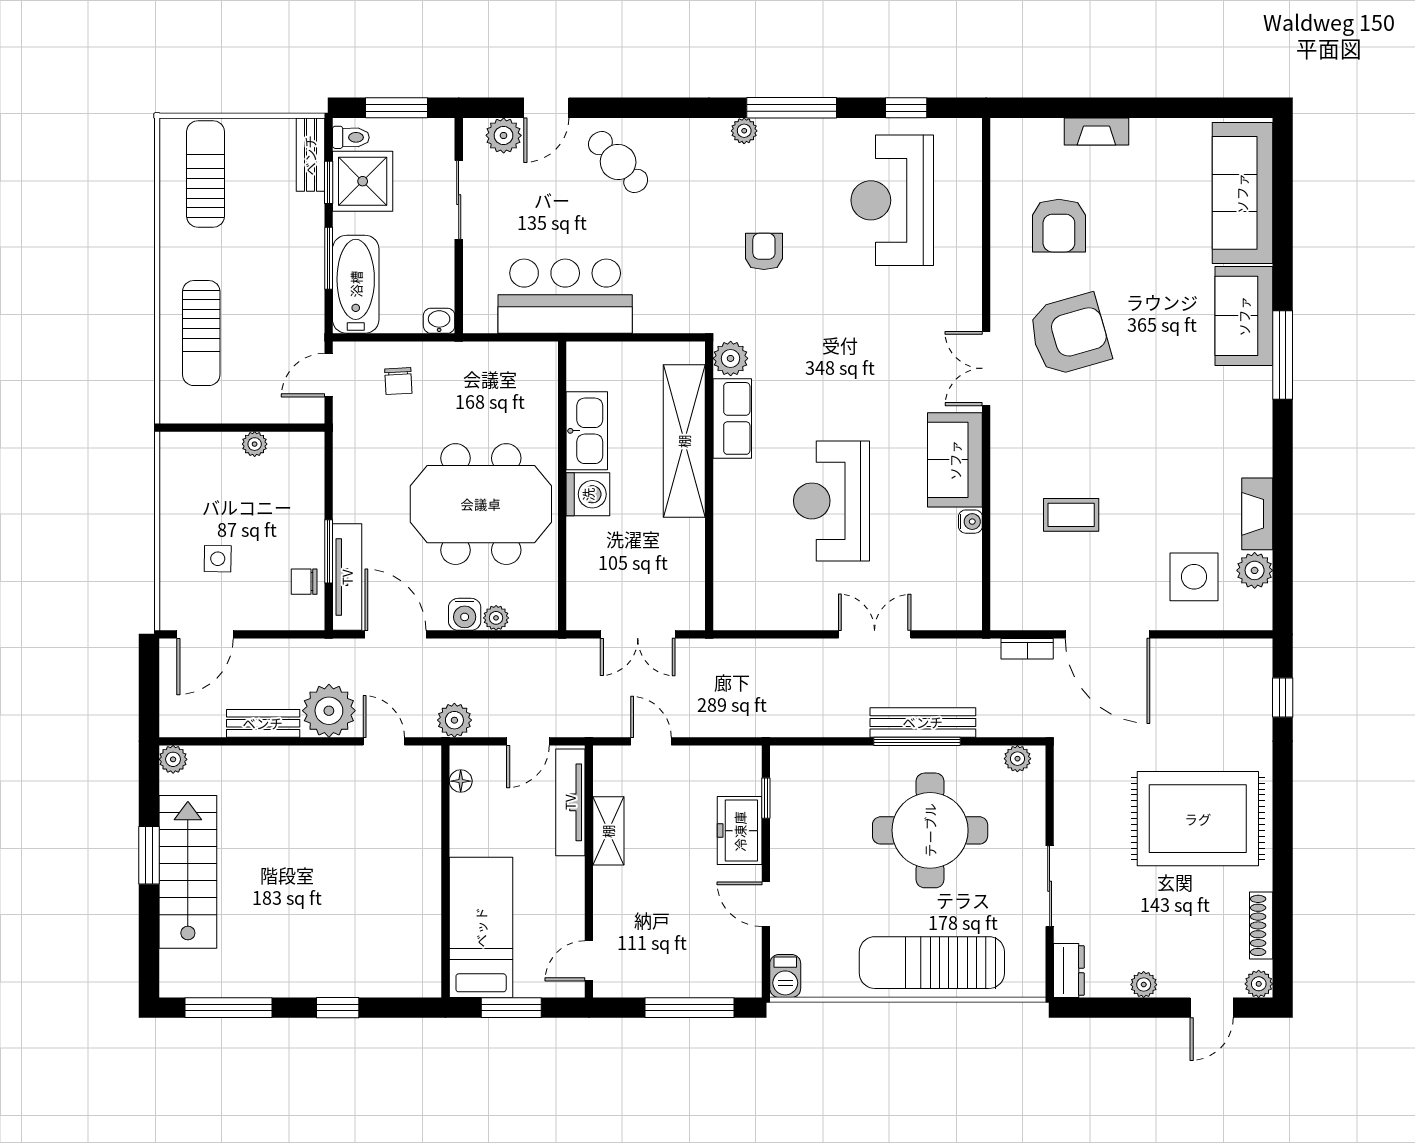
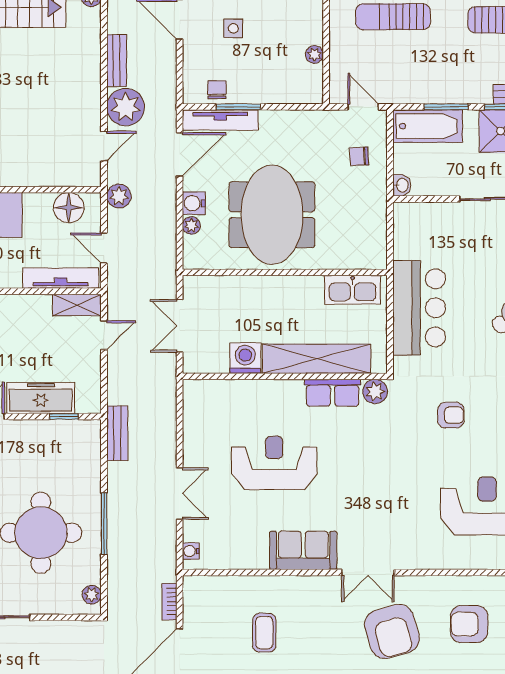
bar counter: (565, 296) -> (419, 308), moved
double door: (986, 368) -> (368, 573), swing flipped
kitchen sink: (587, 431) -> (352, 290), moved
washing machine: (588, 494) -> (245, 358), moved, turned 180
water cooler: (970, 522) -> (191, 551), moved, turned 90
bench: (923, 722) -> (117, 433), moved, width x0.73
floor lamp: (461, 781) -> (69, 208), width x1.89, depth x1.89
shelving: (608, 831) -> (77, 305), moved
freezer: (740, 831) -> (41, 398), width x1.40

